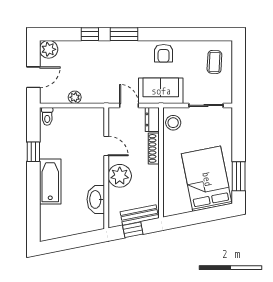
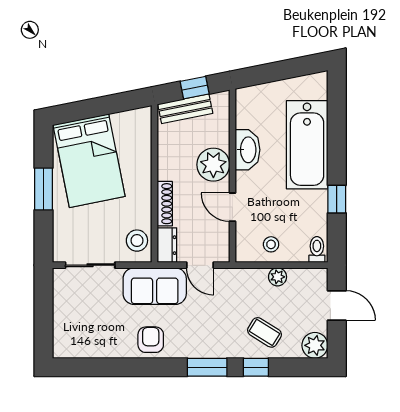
coffee table: (214, 62) -> (265, 332), moved, turned -61
door: (33, 77) -> (337, 305), swing flipped
stool: (79, 120) -> (271, 244), added
window: (239, 176) -> (44, 189), moved
bathtub: (50, 182) -> (307, 145), width x1.36, depth x1.36
washbasin: (96, 199) -> (247, 150), moved

